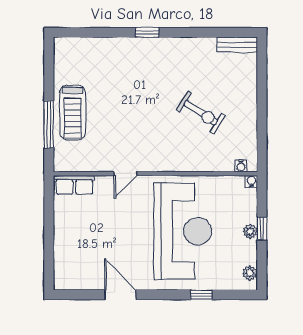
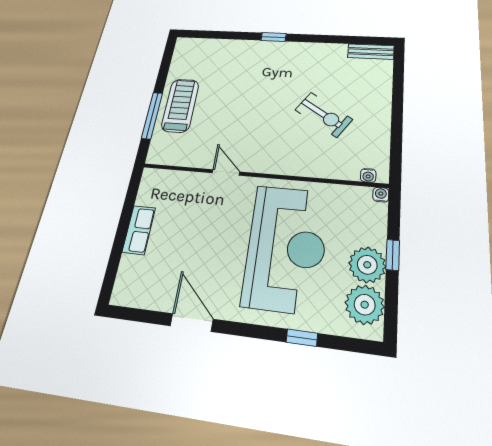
treadmill: (73, 112) -> (180, 105), turned 180
door: (125, 174) -> (226, 172), swing flipped
row of seats: (74, 185) -> (139, 230), moved, turned -90
plant: (250, 231) -> (367, 265), width x1.87, depth x1.87
plant: (250, 273) -> (365, 305), width x1.88, depth x1.88

